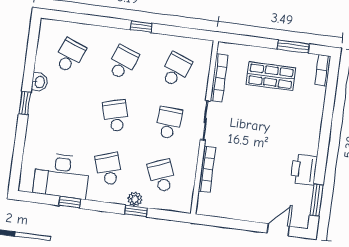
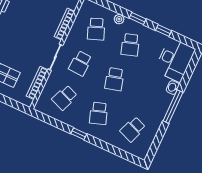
school desk: (123, 63) -> (99, 113), turned -39
washbasin: (39, 82) -> (173, 88), moved
window: (25, 103) -> (173, 107), width x2.17
desk: (62, 176) -> (175, 60), moved, turned 90
window: (136, 211) -> (138, 19), moved

